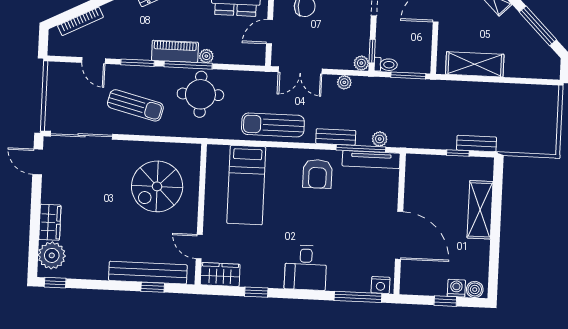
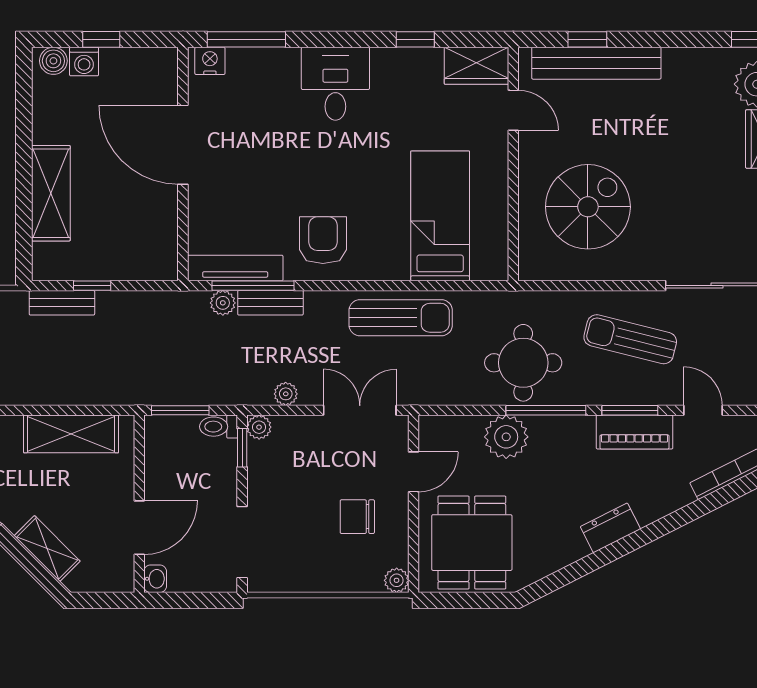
piano: (175, 51) -> (635, 432), moved
plant: (206, 56) -> (506, 437), width x1.87, depth x1.87
bench: (336, 137) -> (270, 303), moved

